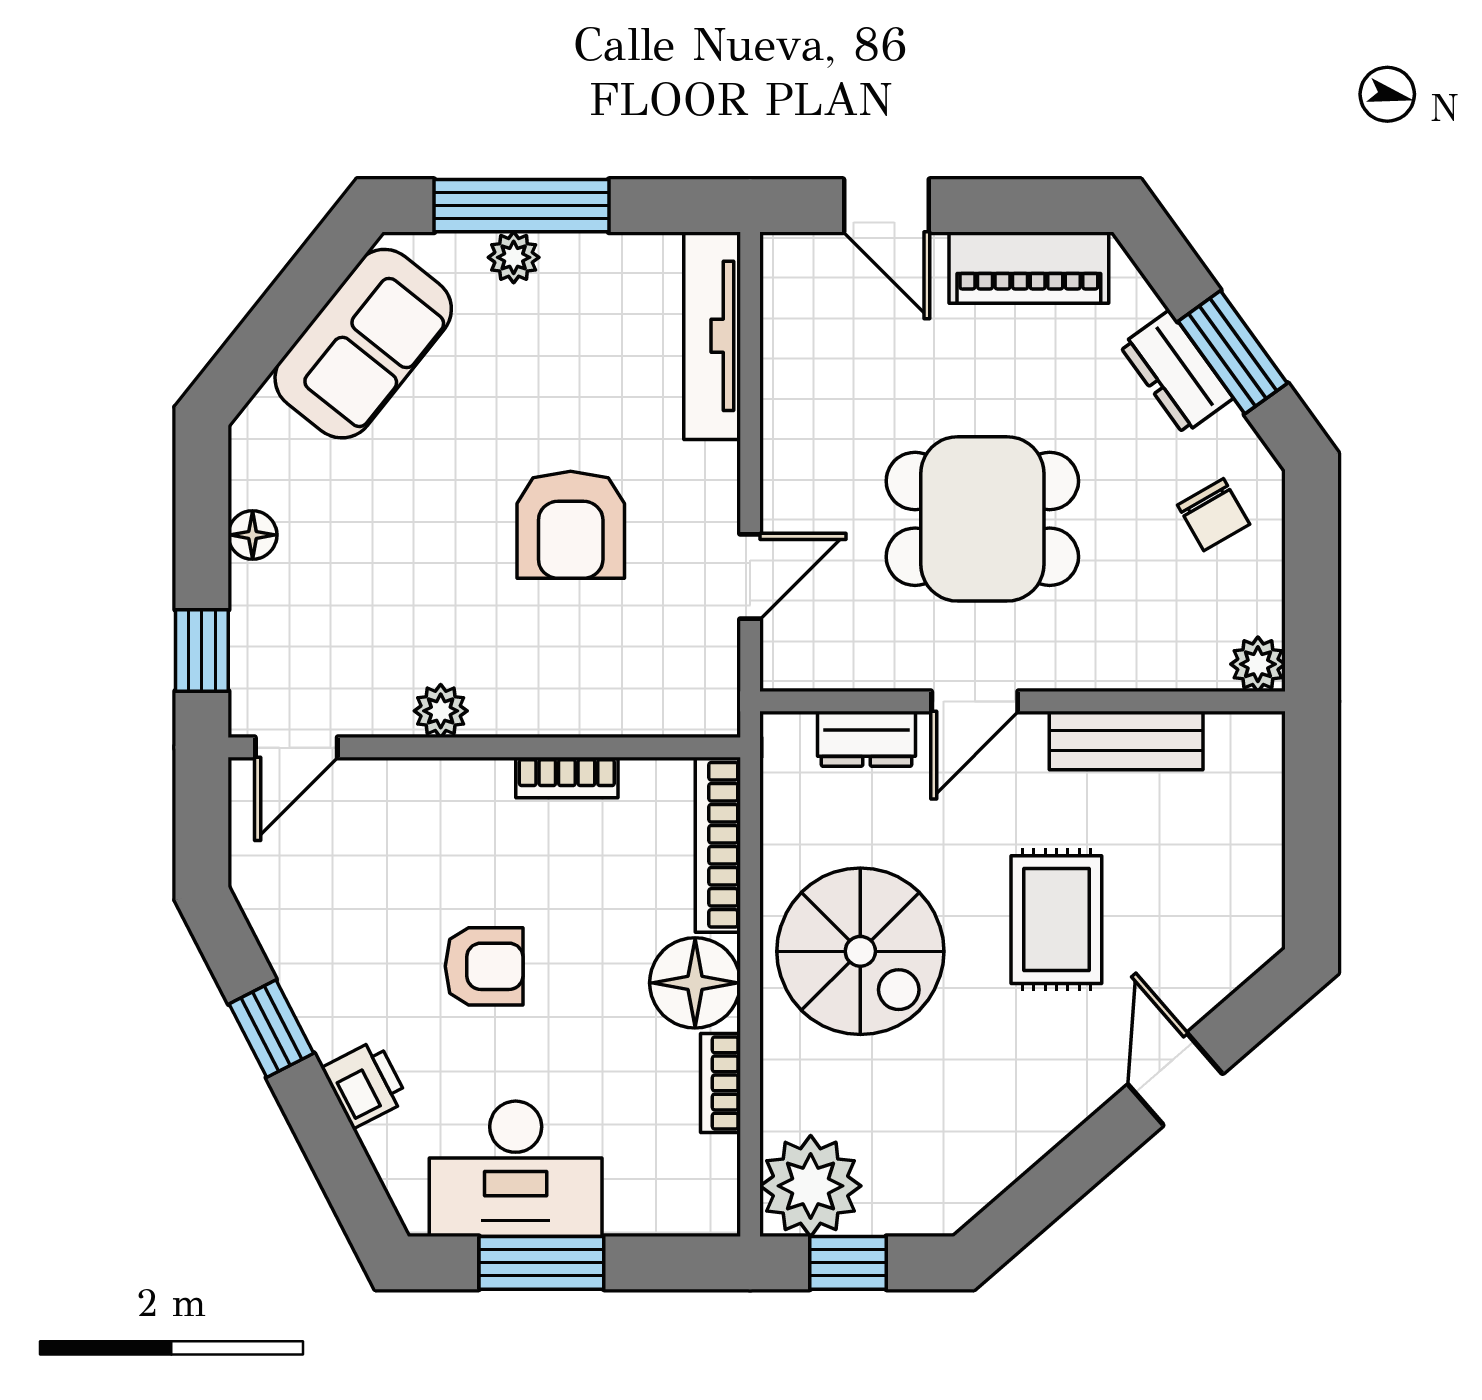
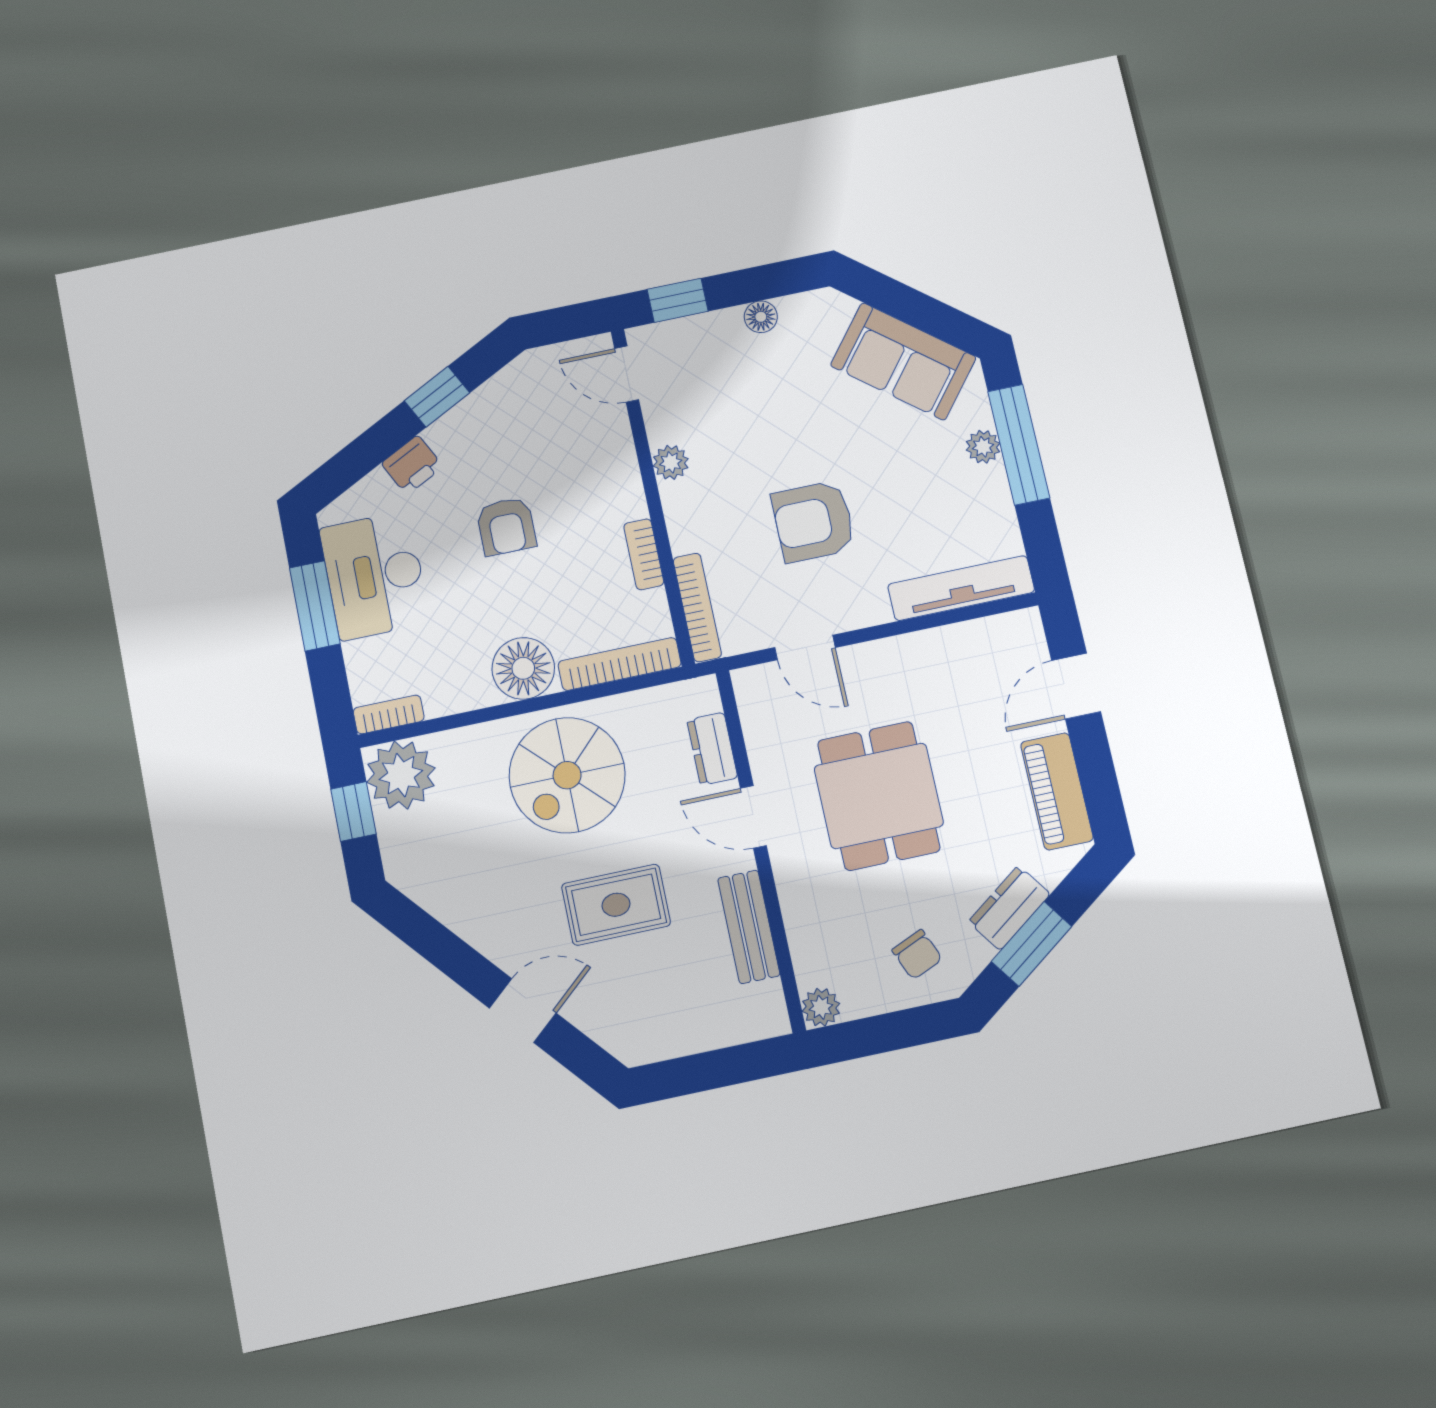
chair: (1214, 515) -> (917, 954), turned -83
bookcase: (660, 717) -> (697, 607), added
bookcase: (720, 1083) -> (389, 714), moved

